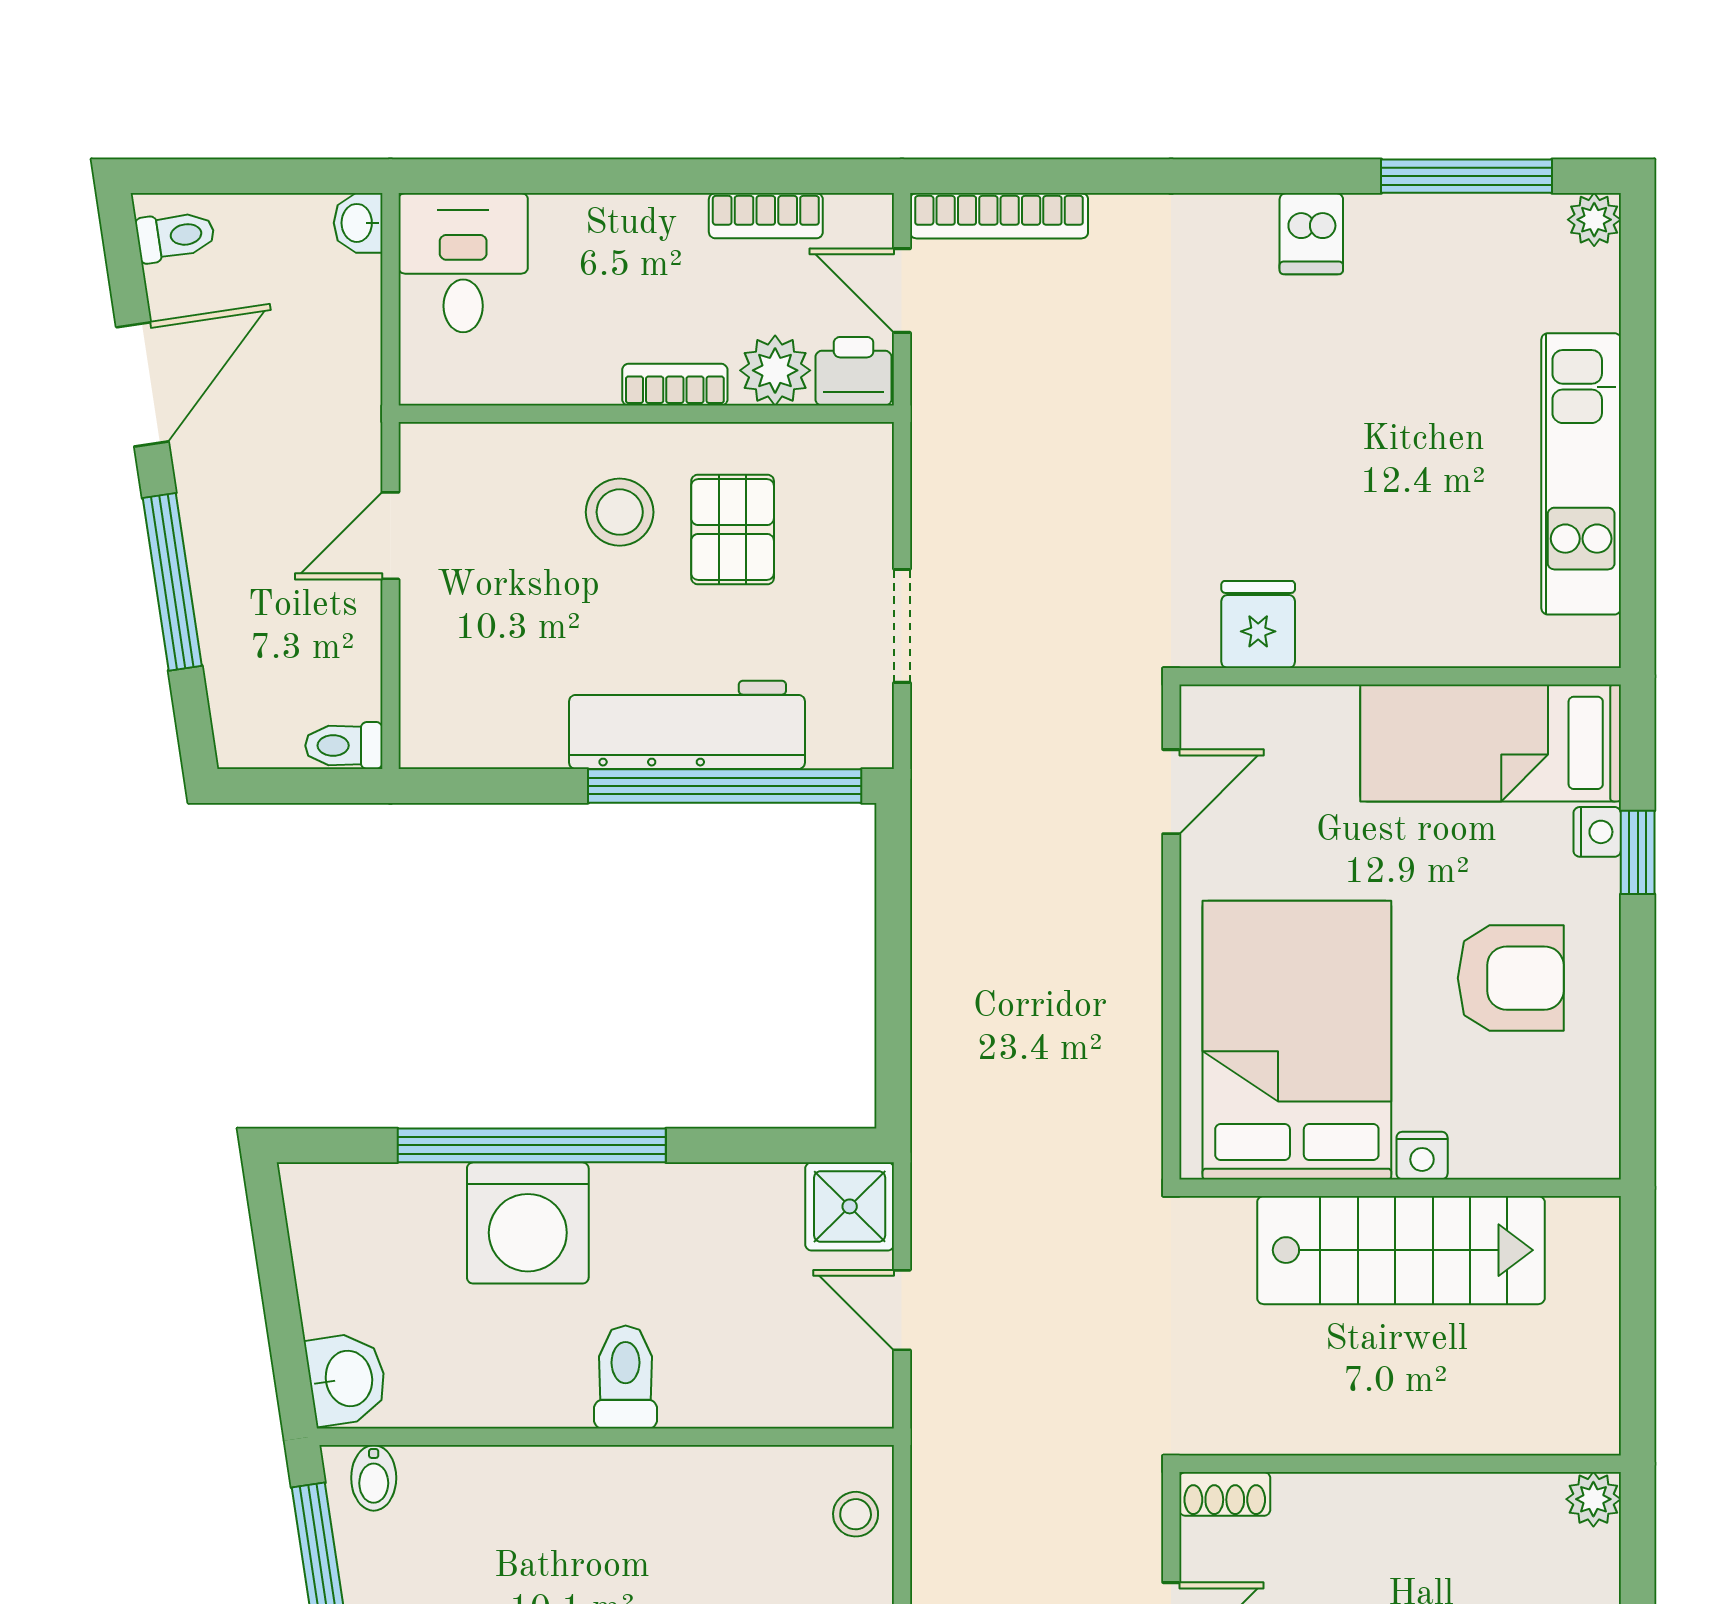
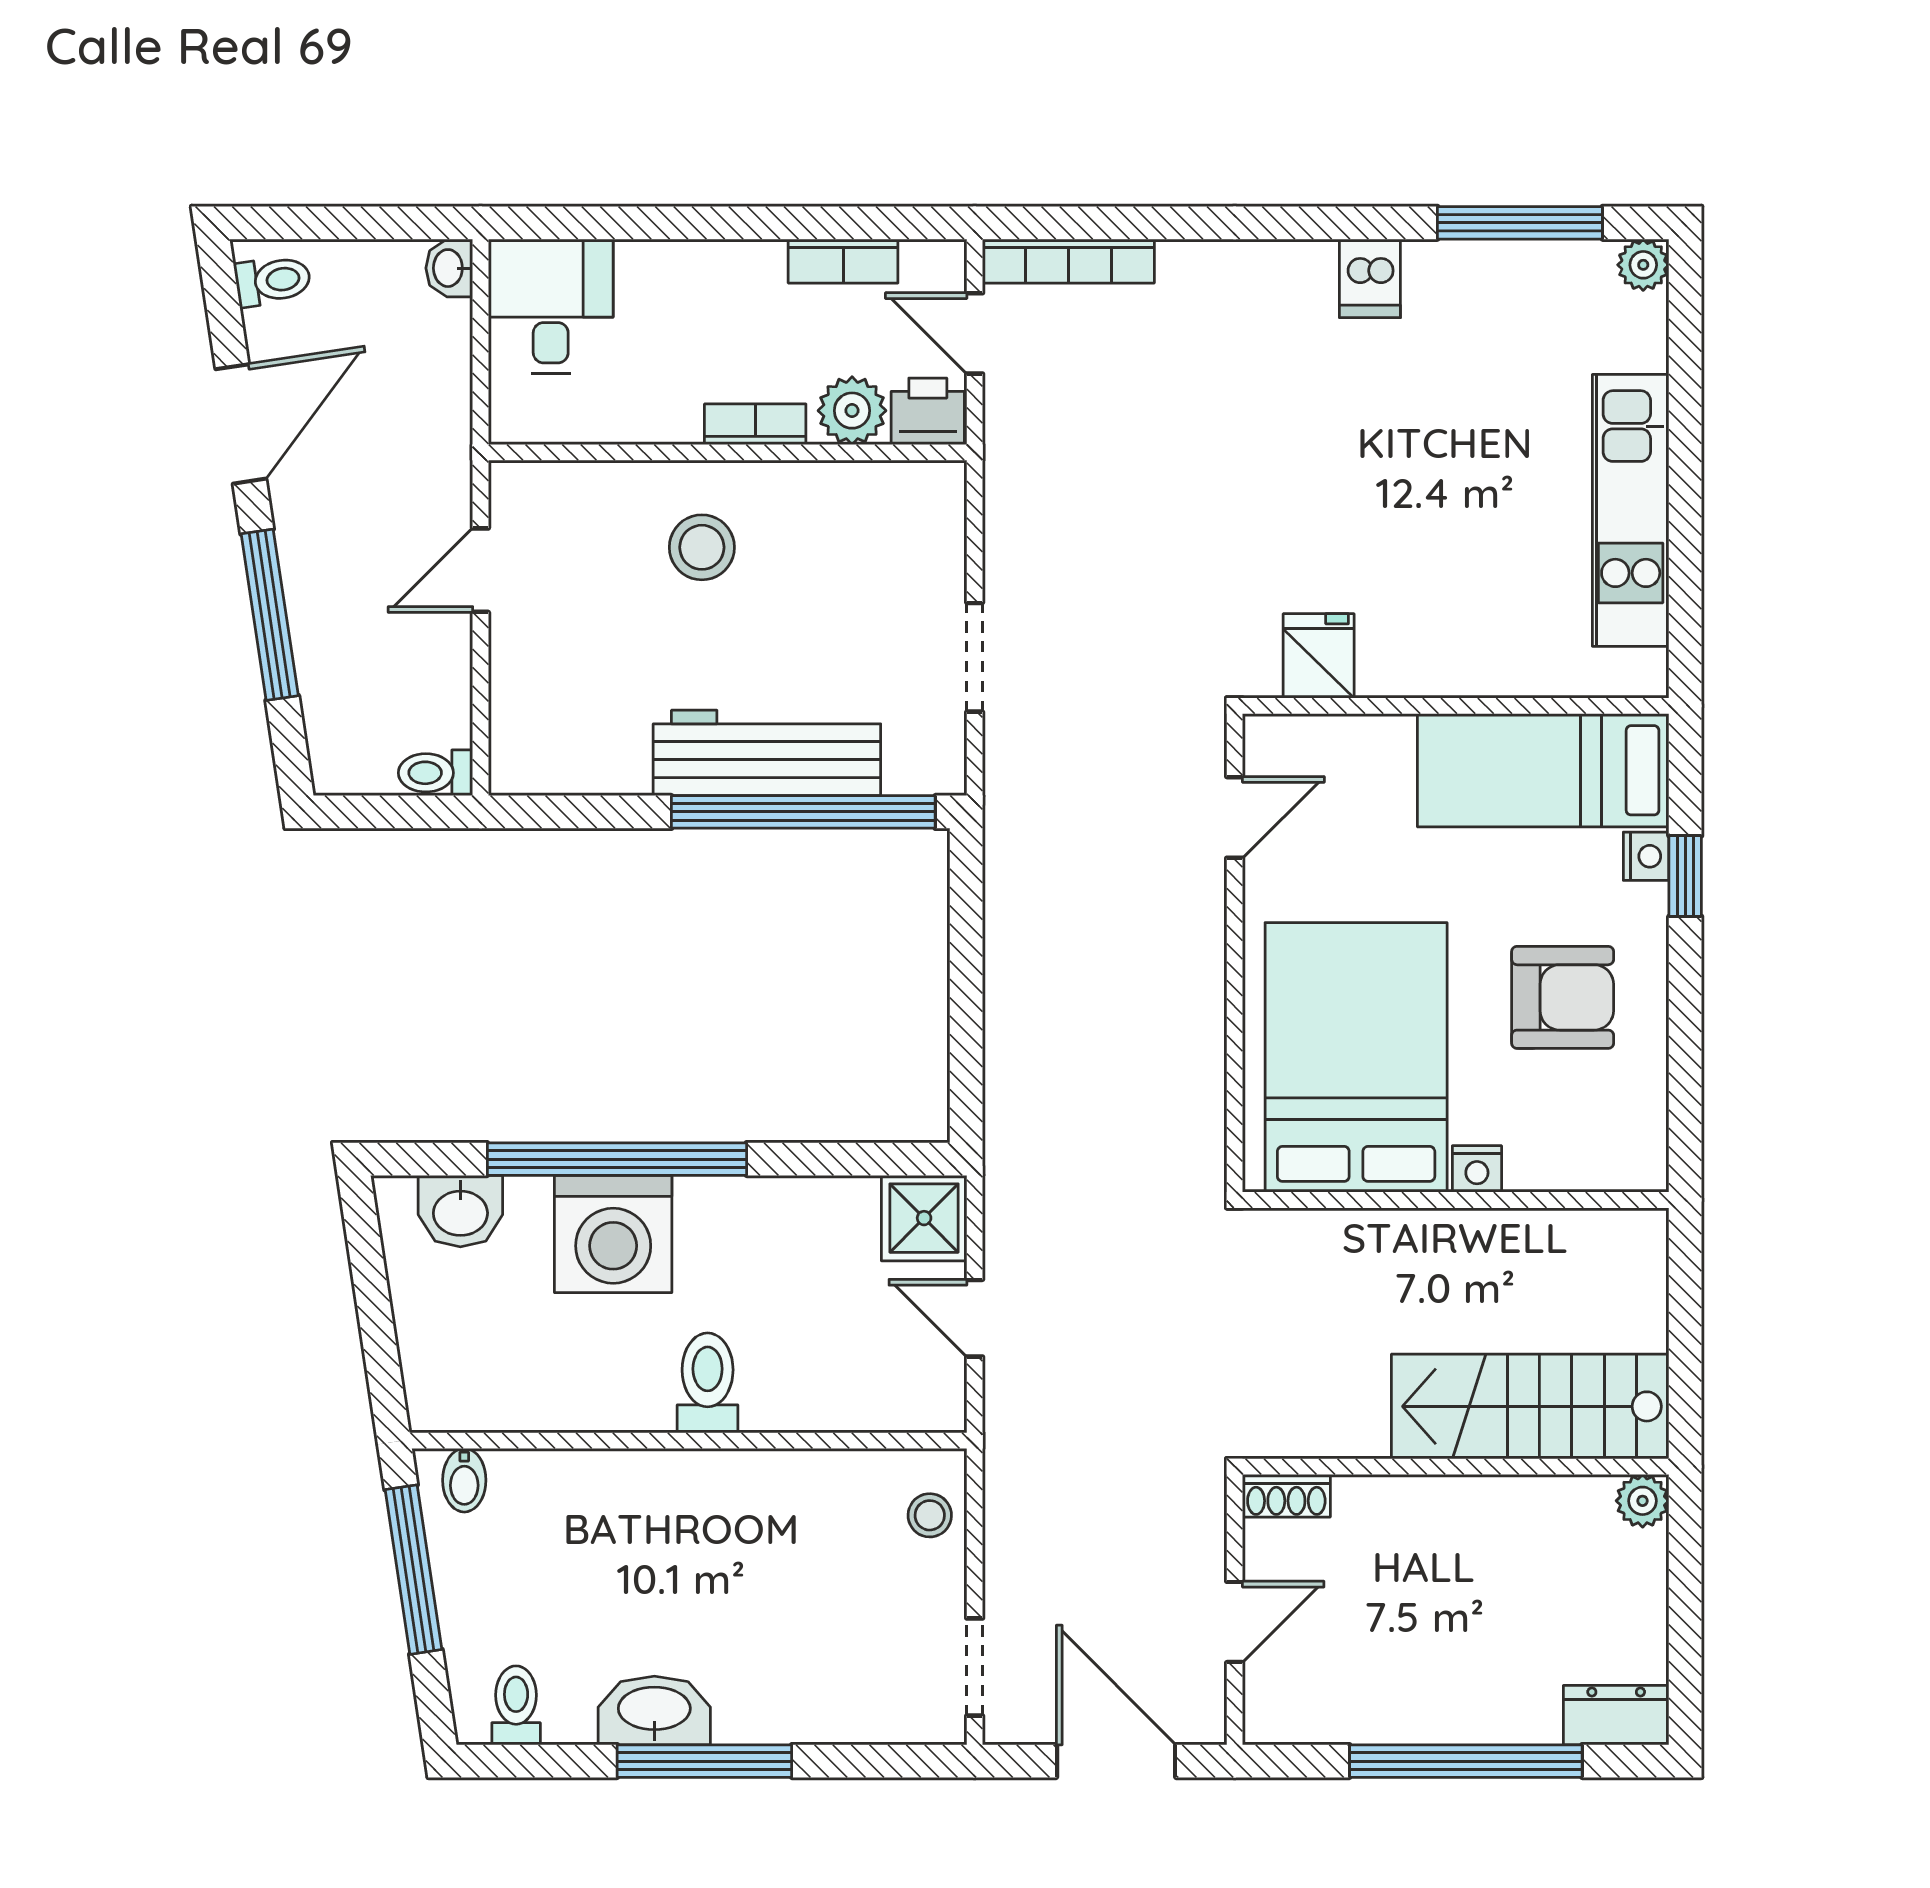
pallet: (733, 529) -> (811, 564), removed
stairs: (1401, 1250) -> (1530, 1406), moved, turned 180
washbasin: (347, 1379) -> (460, 1211), moved, turned 99

